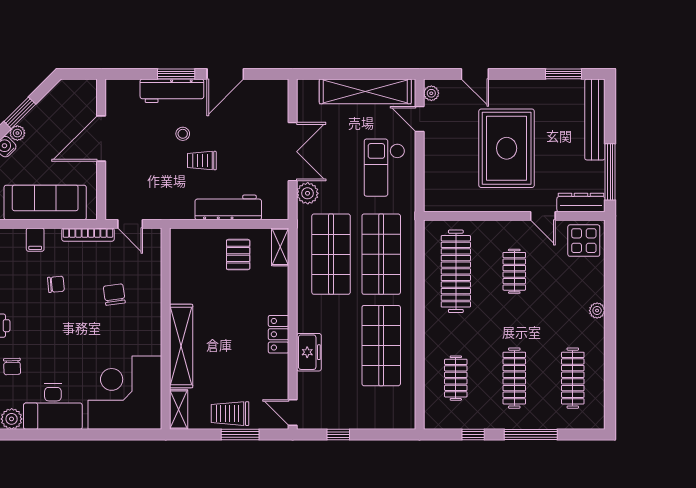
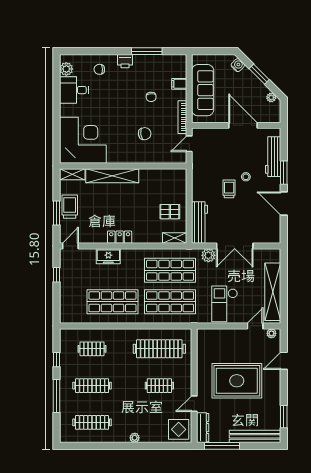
workbench: (172, 91) -> (273, 157), moved
plant: (17, 133) -> (271, 97), moved
checkout: (384, 168) -> (225, 304), turned -90
workbench: (228, 207) -> (200, 223), moved
desk: (53, 407) -> (74, 90), width x0.73

